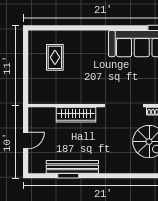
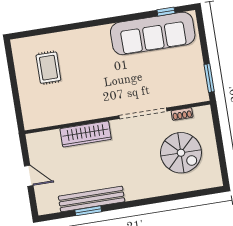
door: (26, 140) -> (29, 176), hinge flipped

